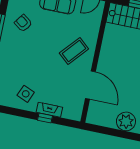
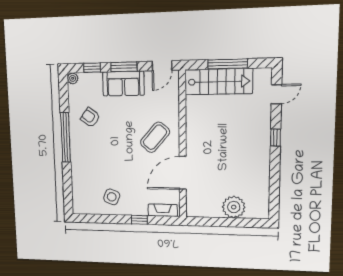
door: (90, 85) -> (183, 173), swing flipped
fireplace: (49, 110) -> (163, 210), moved

